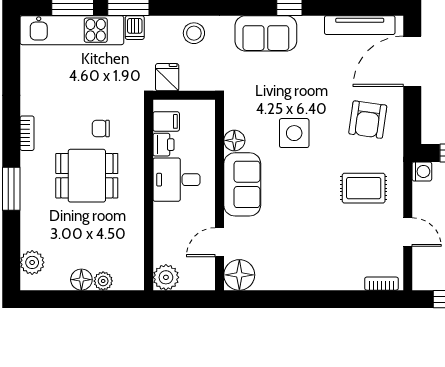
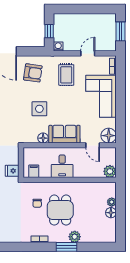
printer: (163, 145) -> (45, 173), removed
corner sofa: (320, 259) -> (101, 96), added
plant: (32, 262) -> (75, 237), moved

